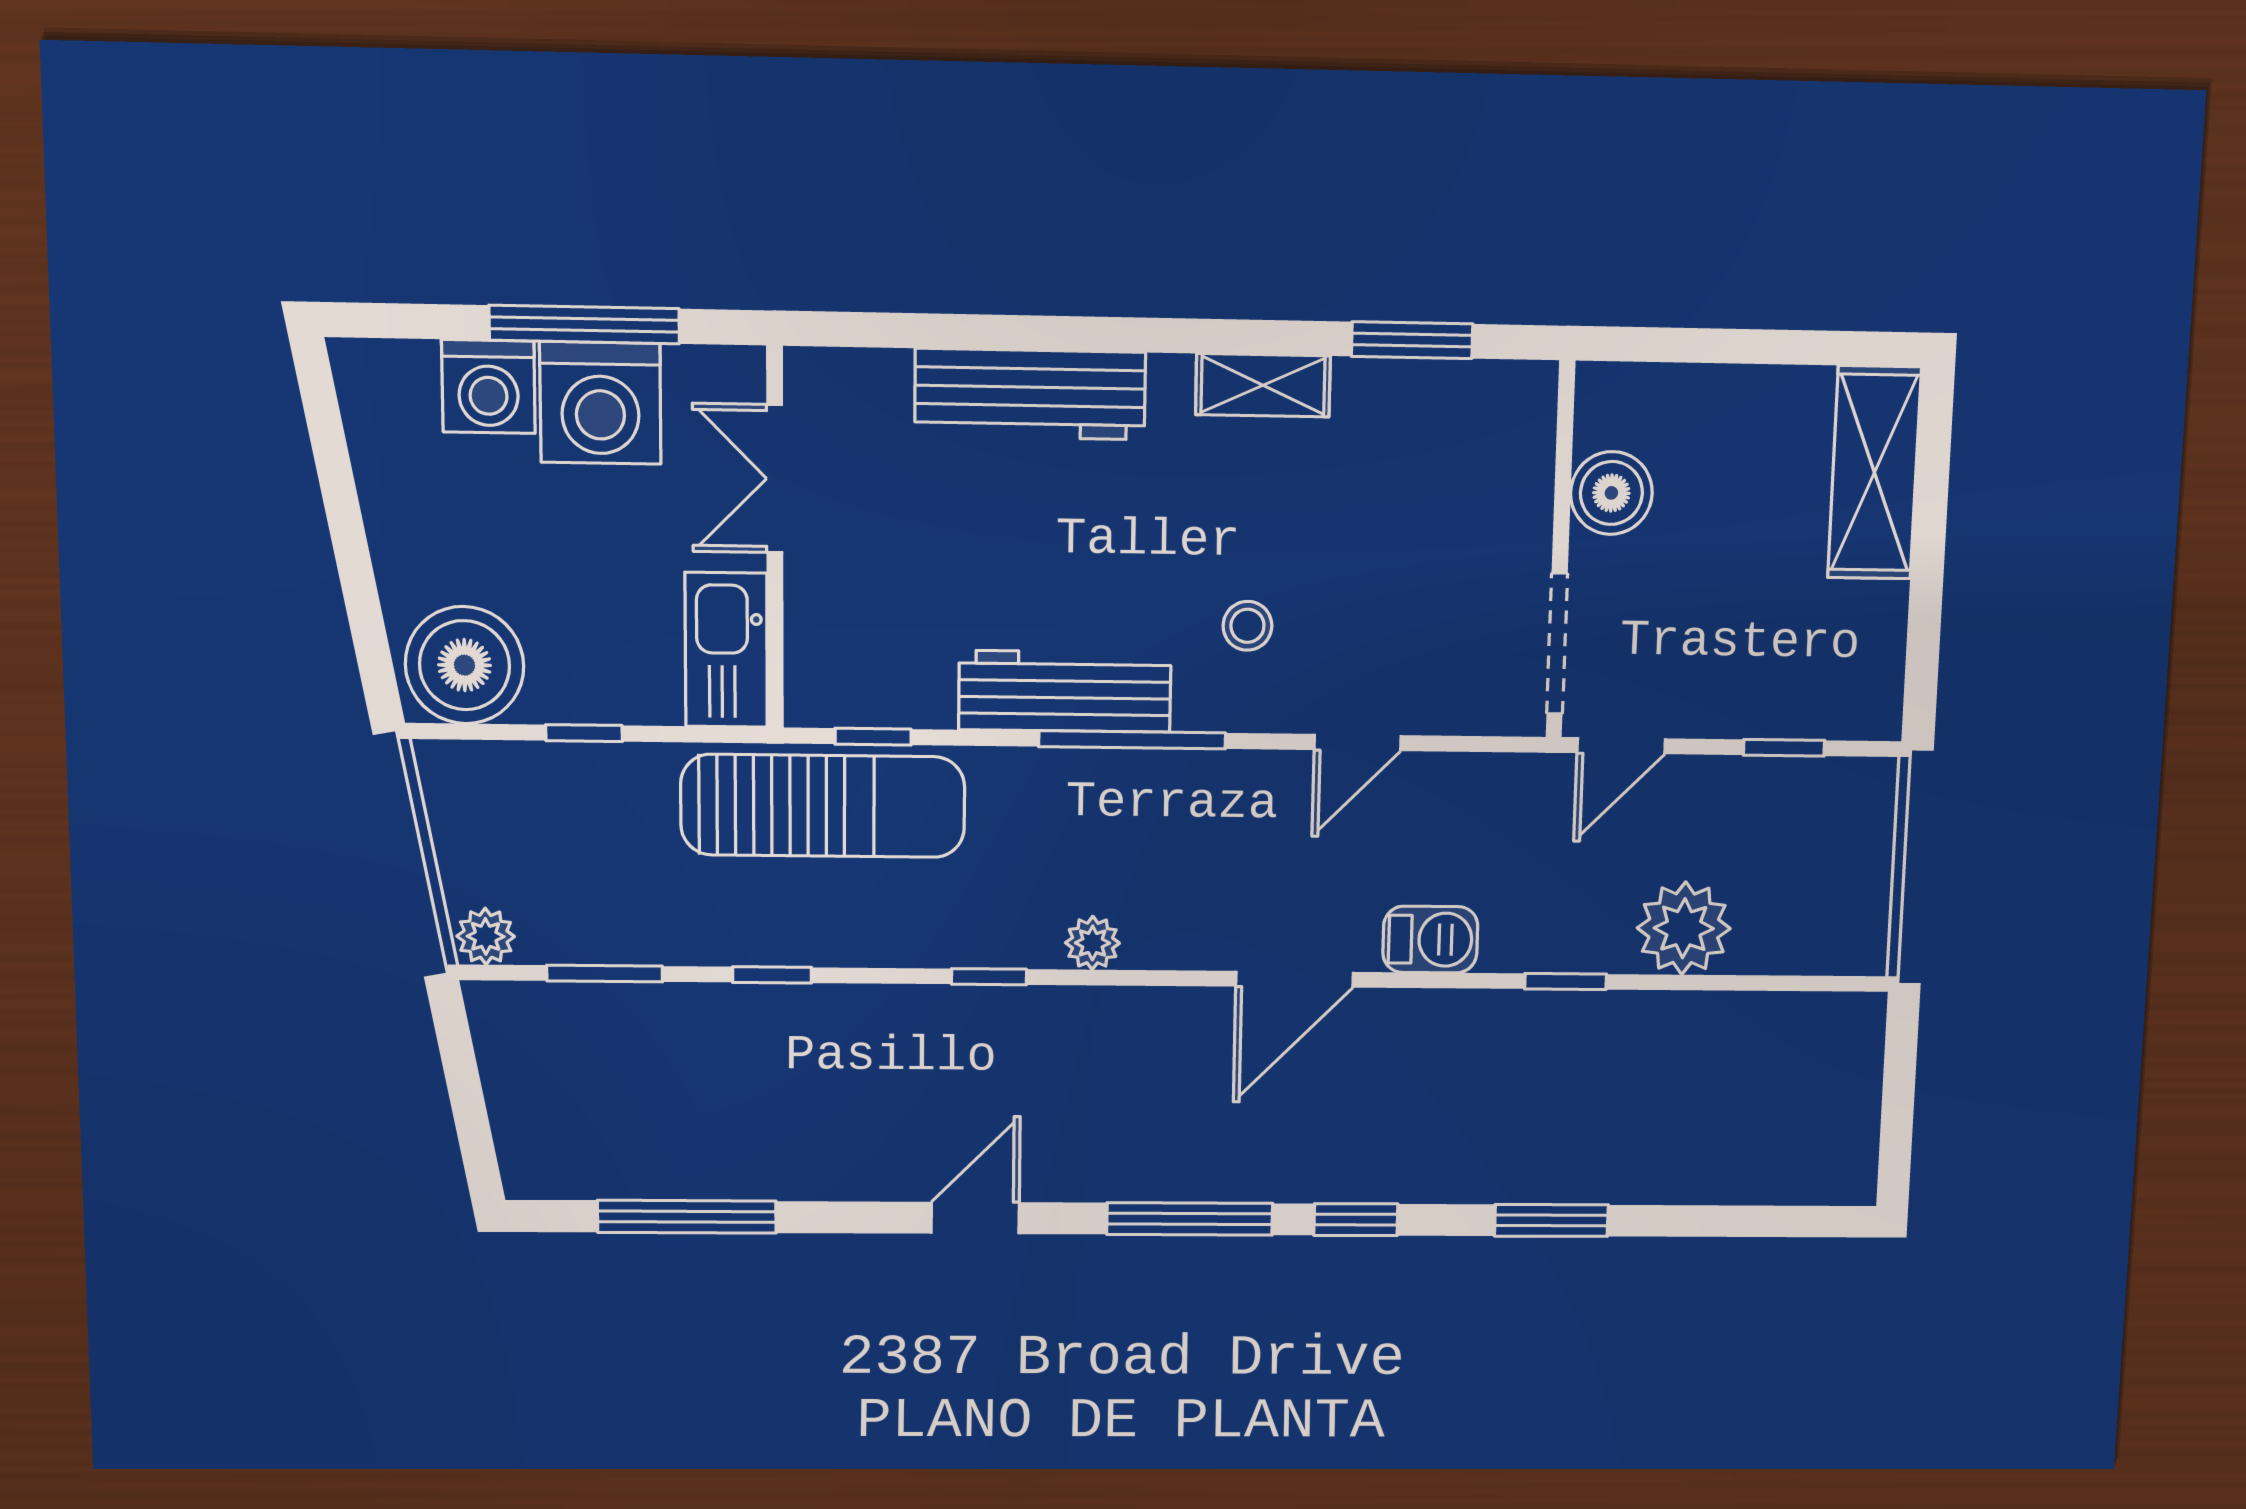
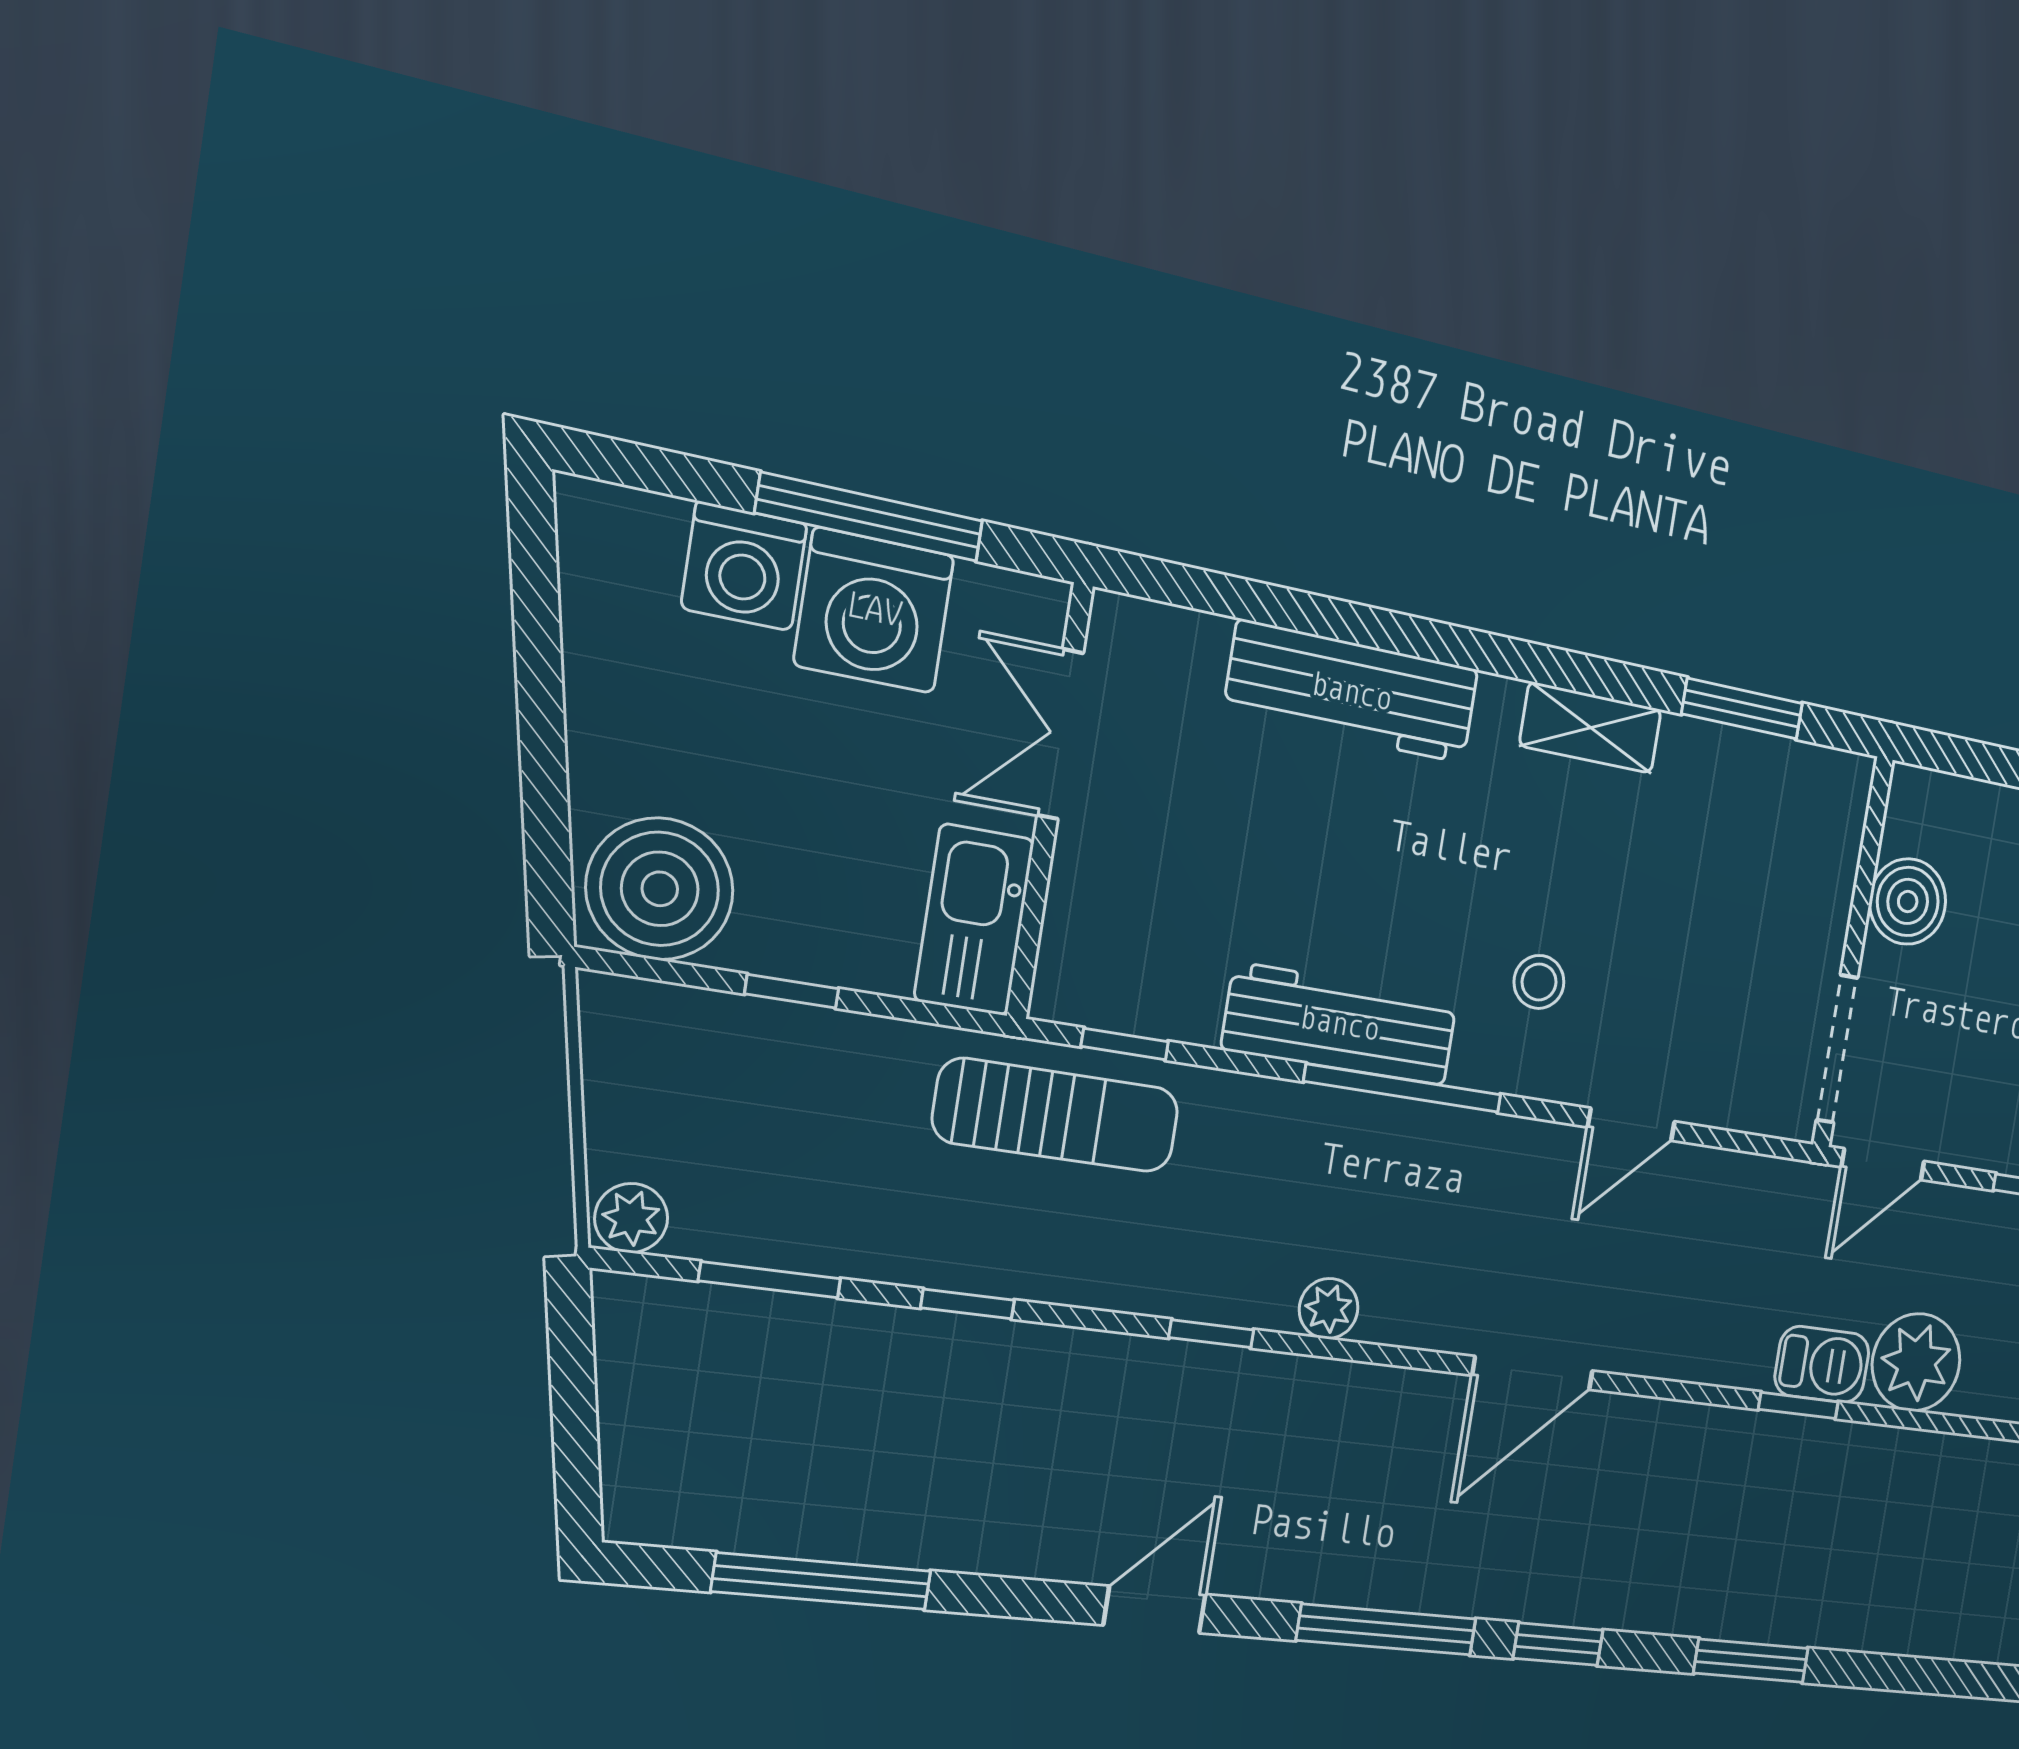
sun lounger: (823, 806) -> (1056, 1115), width x0.73, depth x0.75
barbecue: (1430, 939) -> (1822, 1365), moved

